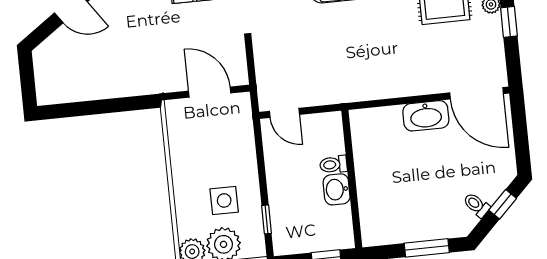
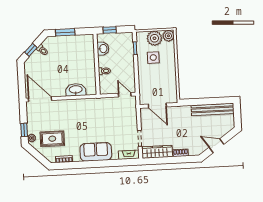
bench: (84, 89) -> (213, 109), added
washbasin: (426, 116) -> (76, 90), moved
washbasin: (337, 189) -> (103, 49), moved

